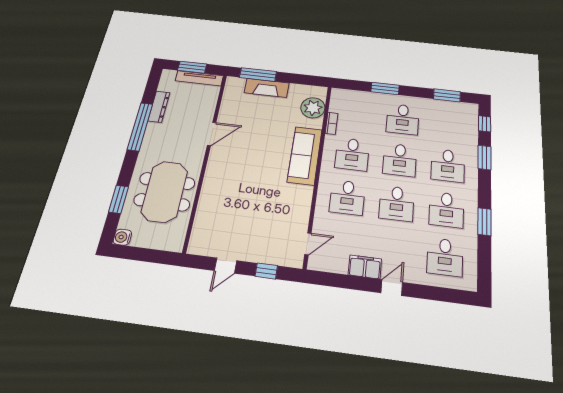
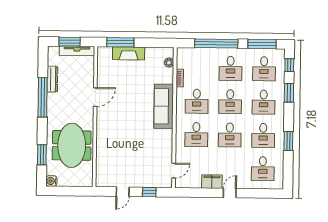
window: (385, 89) -> (216, 43), width x2.11
window: (447, 95) -> (262, 44), width x1.44
plant: (313, 108) -> (169, 63), width x0.53, depth x0.53
desk: (449, 124) -> (264, 69), added

